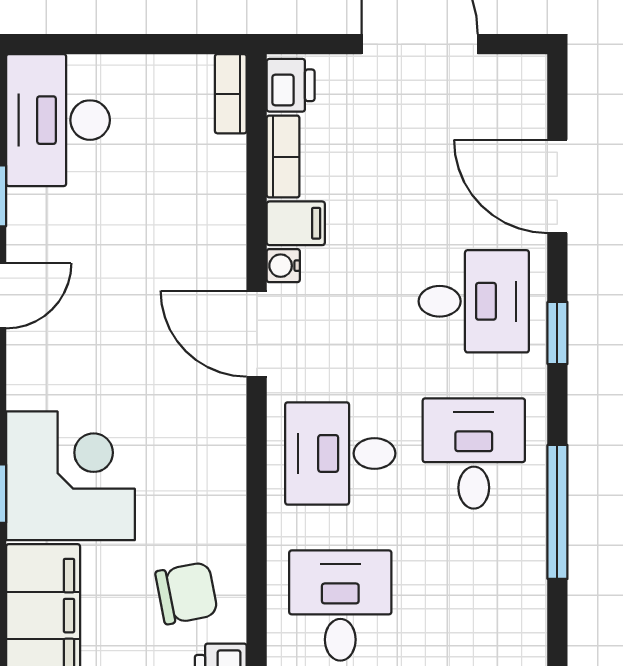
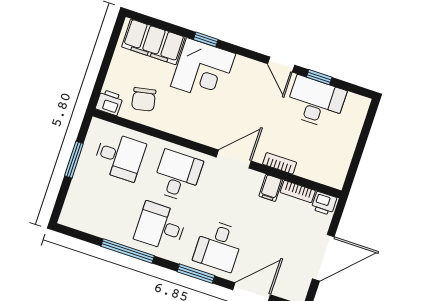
bookcase: (231, 94) -> (280, 163), moved
desk: (58, 120) -> (316, 102), moved
water cooler: (283, 266) -> (256, 178), removed
window: (557, 333) -> (196, 274), width x1.50
desk: (474, 453) -> (161, 227), turned 180

